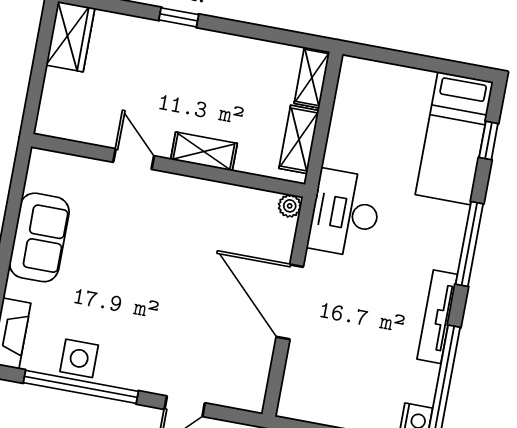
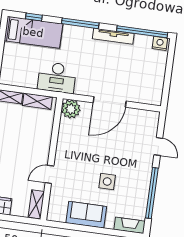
shelving: (204, 151) -> (36, 204), moved
plant: (290, 206) -> (71, 109), width x1.88, depth x1.88
desk: (345, 213) -> (57, 78), moved
side table: (79, 358) -> (107, 182), moved

